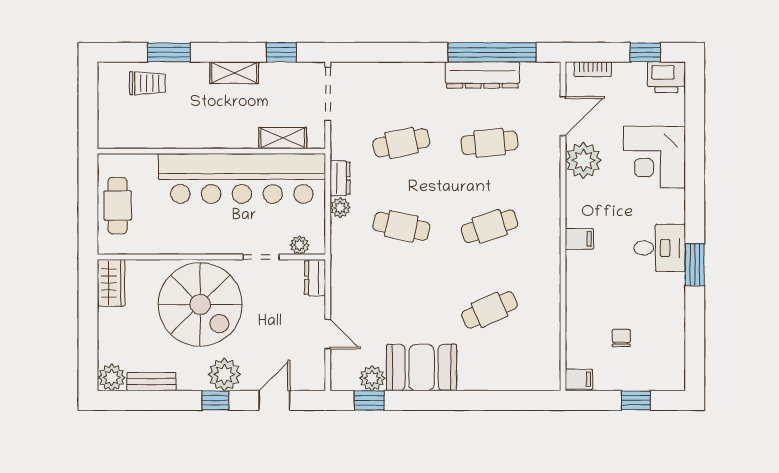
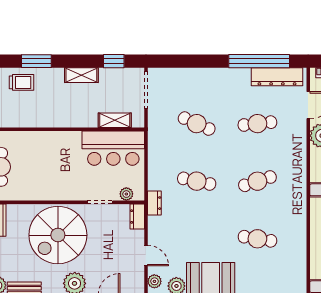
dresser: (482, 75) -> (277, 77), moved
cafe table: (401, 143) -> (197, 124), turned 36
bar counter: (242, 178) -> (113, 148), width x0.54
dresser: (340, 178) -> (154, 203), moved
plant: (340, 208) -> (154, 281), moved
spiral stairs: (200, 304) -> (58, 235), turned 90
cafe table: (489, 310) -> (257, 239), turned 33

